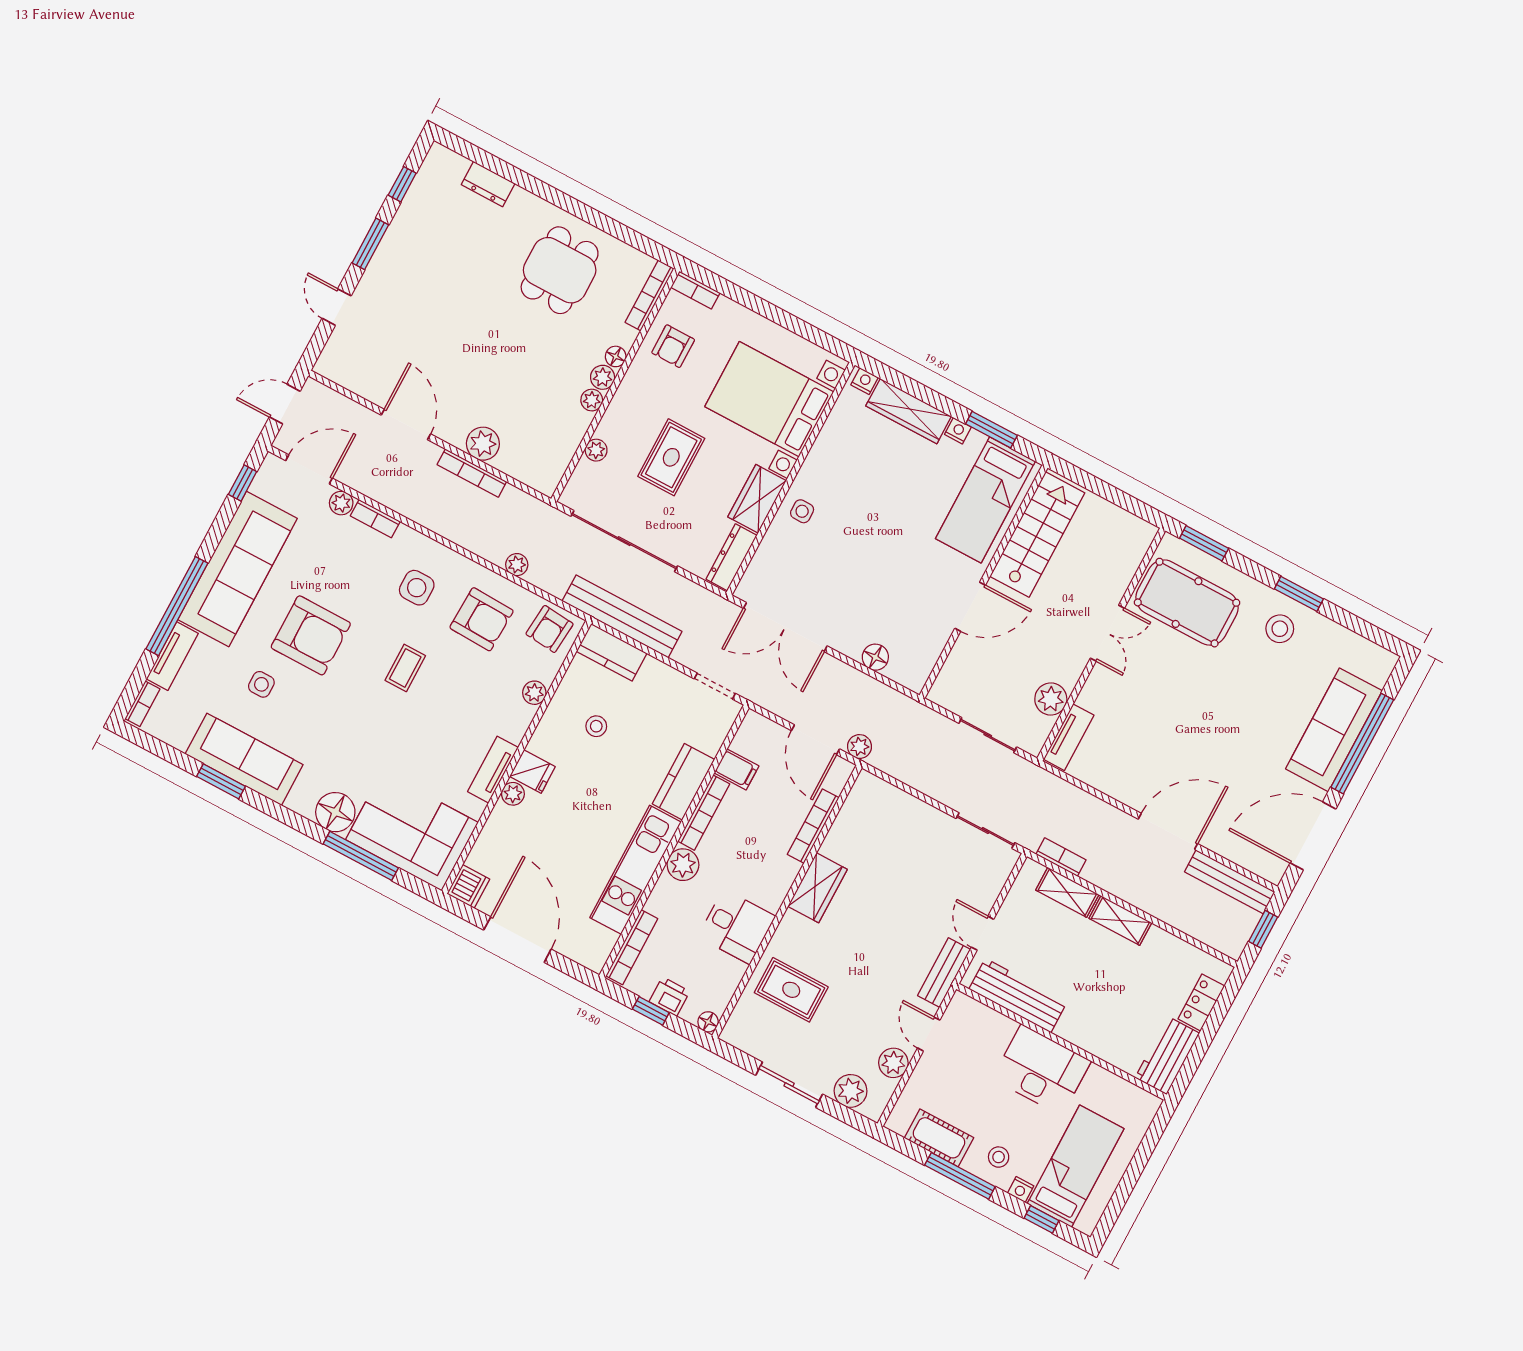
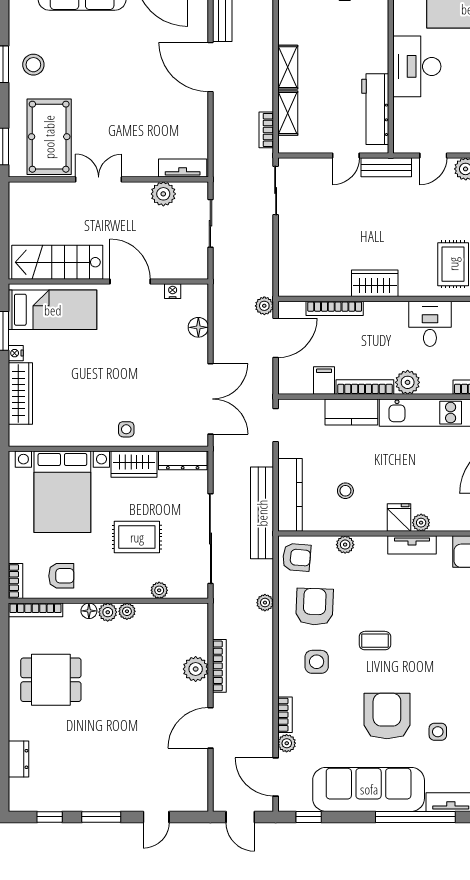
nightstand: (865, 381) -> (173, 291), moved, turned 90
kitchen counter: (612, 652) -> (290, 495), width x1.50

